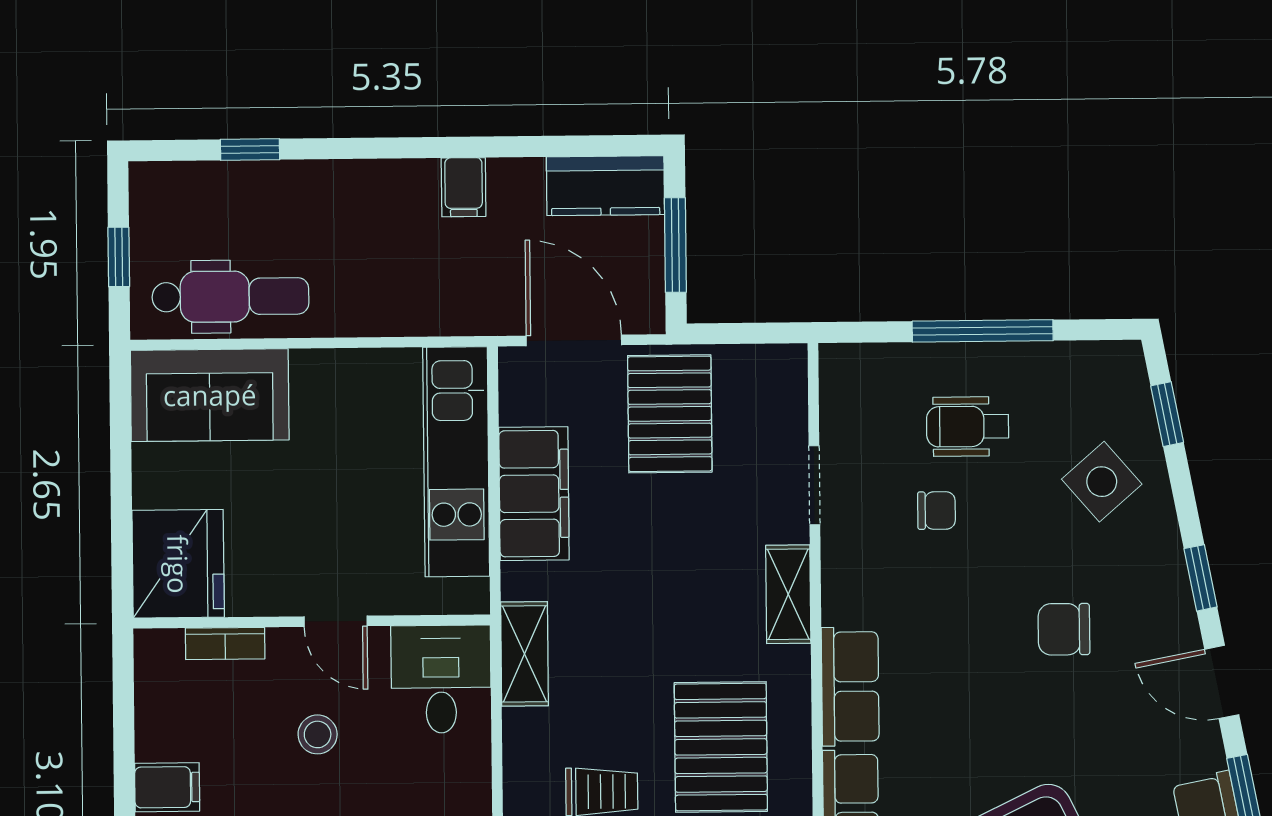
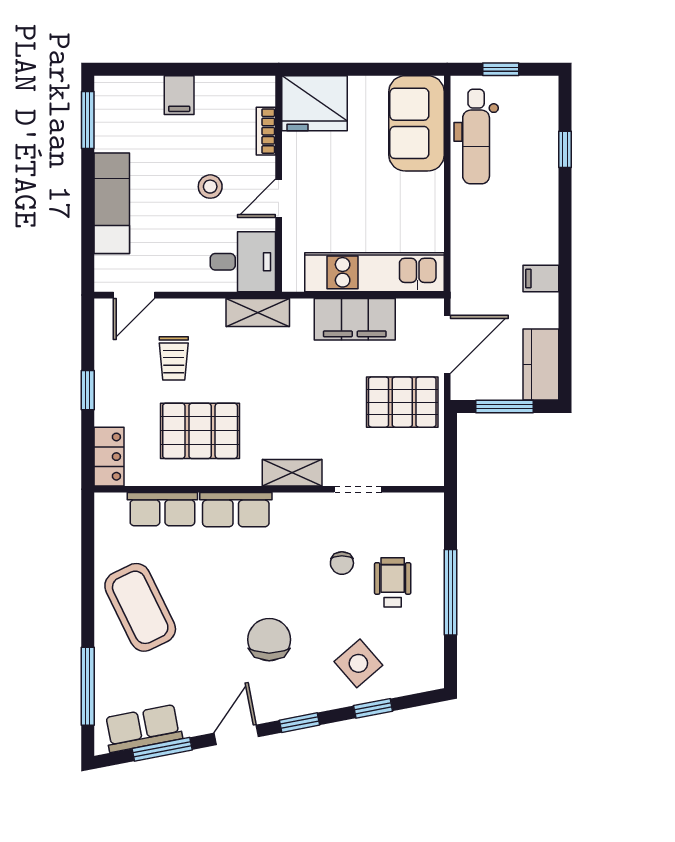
window: (1167, 414) -> (373, 708), moved
chair: (1064, 629) -> (269, 640), width x1.37, depth x1.37

